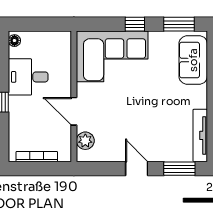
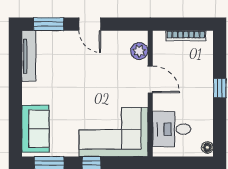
desk: (28, 77) -> (172, 129), moved, turned 180

